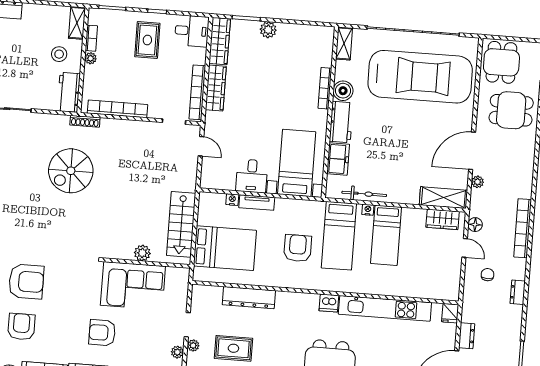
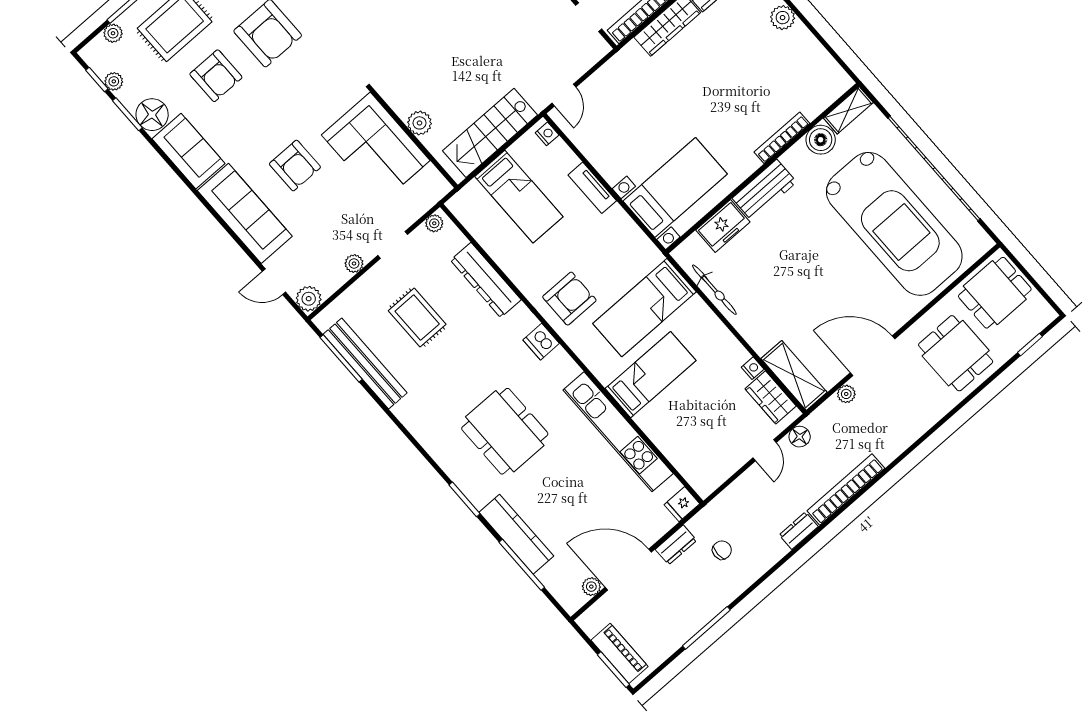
boiler: (343, 91) -> (821, 140), moved
door: (201, 146) -> (564, 95), moved
desk: (252, 176) -> (614, 155), removed
nightstand: (232, 200) -> (547, 134), moved
nightstand: (368, 210) -> (753, 368), moved
bed: (386, 235) -> (651, 375), moved, turned 180
bed: (225, 248) -> (519, 197), width x0.67
armchair: (298, 248) -> (569, 299), moved
chair: (488, 275) -> (722, 550), moved
dresser: (518, 292) -> (799, 531), moved
dishwasher: (329, 303) -> (541, 342), moved
armchair: (21, 327) -> (216, 76), turned 90
armchair: (102, 333) -> (295, 166), turned 180
plant: (193, 345) -> (434, 223), moved

